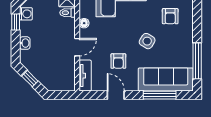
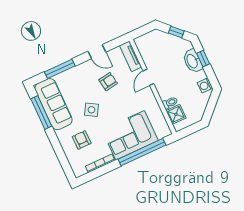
window: (16, 22) -> (203, 59), moved
floor lamp: (84, 23) -> (152, 100), removed
washbasin: (25, 43) -> (192, 61), width x1.91, depth x1.45
armchair: (118, 61) -> (108, 82), turned 81
sofa: (166, 79) -> (53, 104), moved, turned -90

